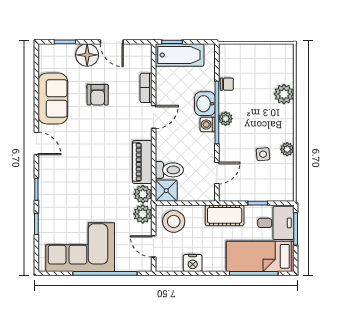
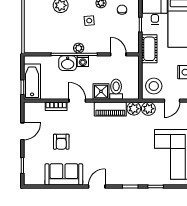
floor lamp: (87, 55) -> (32, 149), removed
chair: (227, 84) -> (122, 10), moved
armchair: (98, 95) -> (61, 142), turned 90
side table: (263, 154) -> (89, 21), moved
shower: (166, 191) -> (101, 91), moved

